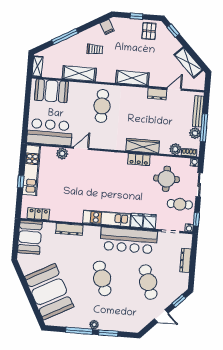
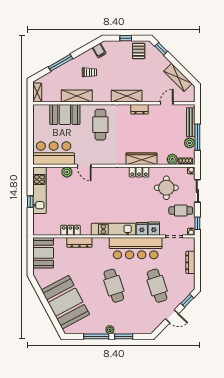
booth: (51, 91) -> (65, 114), moved
dresser: (157, 94) -> (140, 109), moved
door: (81, 148) -> (84, 166), swing flipped
locker: (38, 214) -> (70, 230), moved

